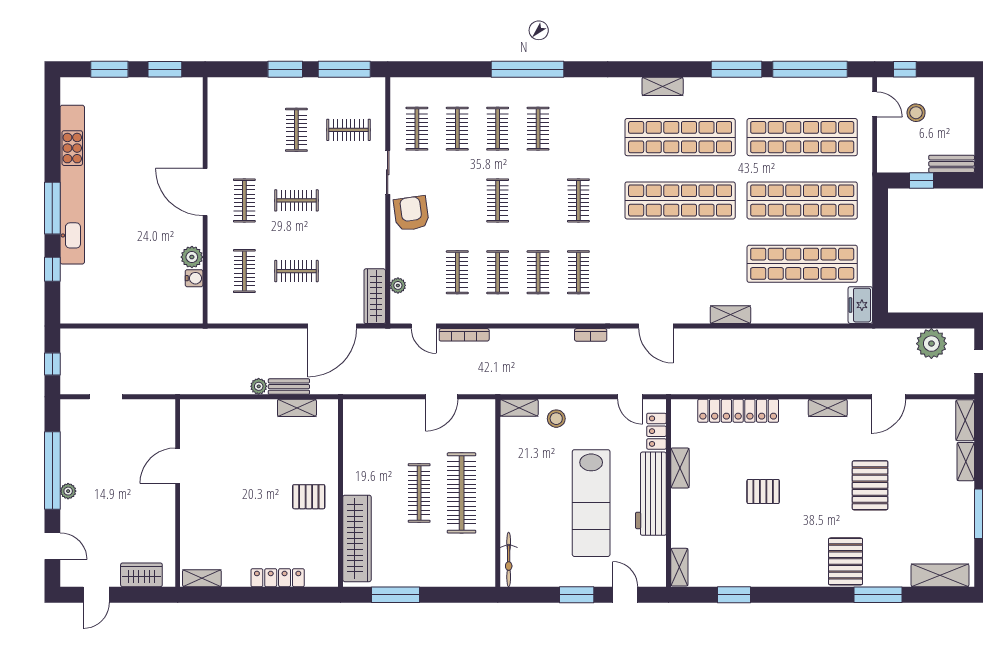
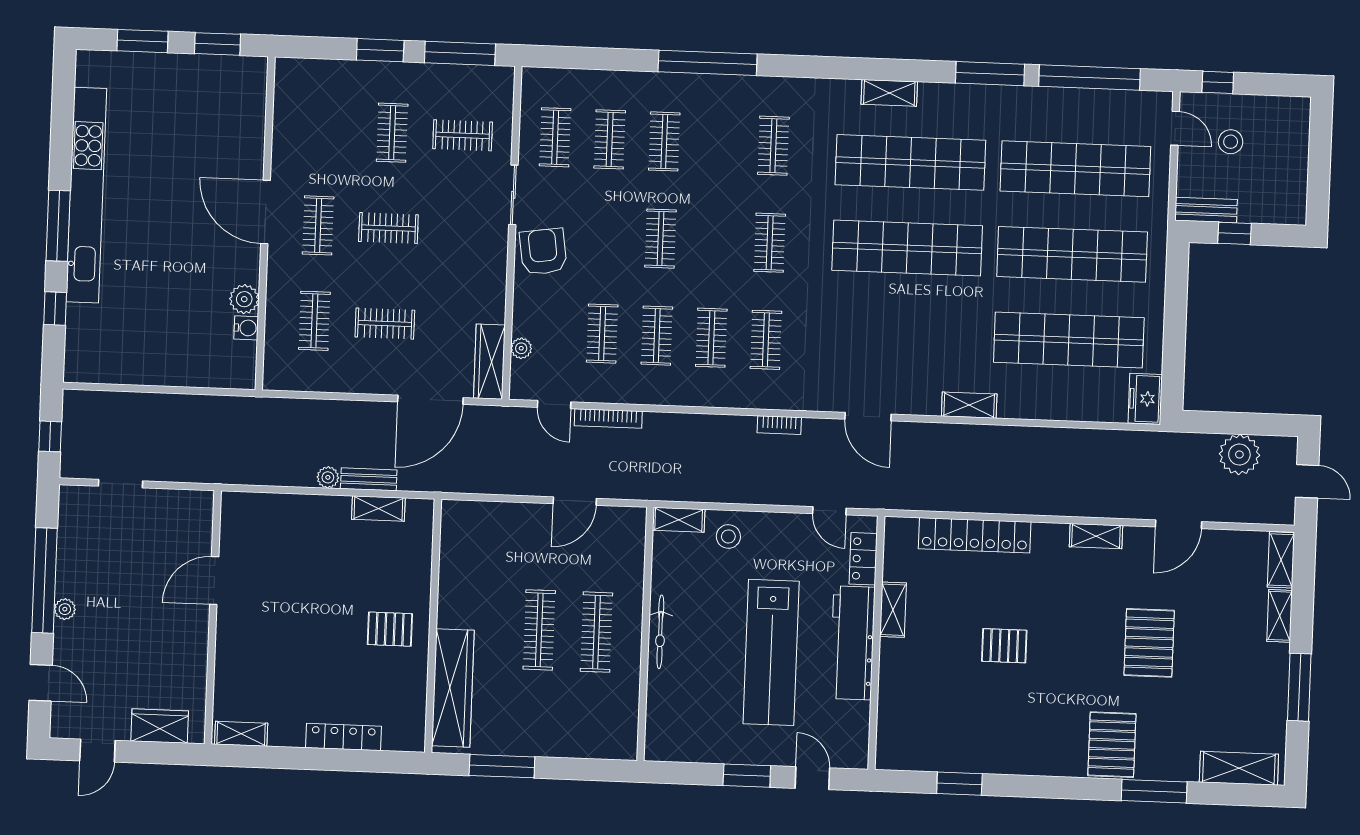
clothes rail: (538, 129) -> (773, 146), moved
bench: (952, 164) -> (1206, 210), moved
clothes rail: (462, 493) -> (596, 632), width x0.73, depth x0.76
bicycle: (509, 559) -> (660, 632), moved
shelving: (679, 567) -> (887, 744), removed

